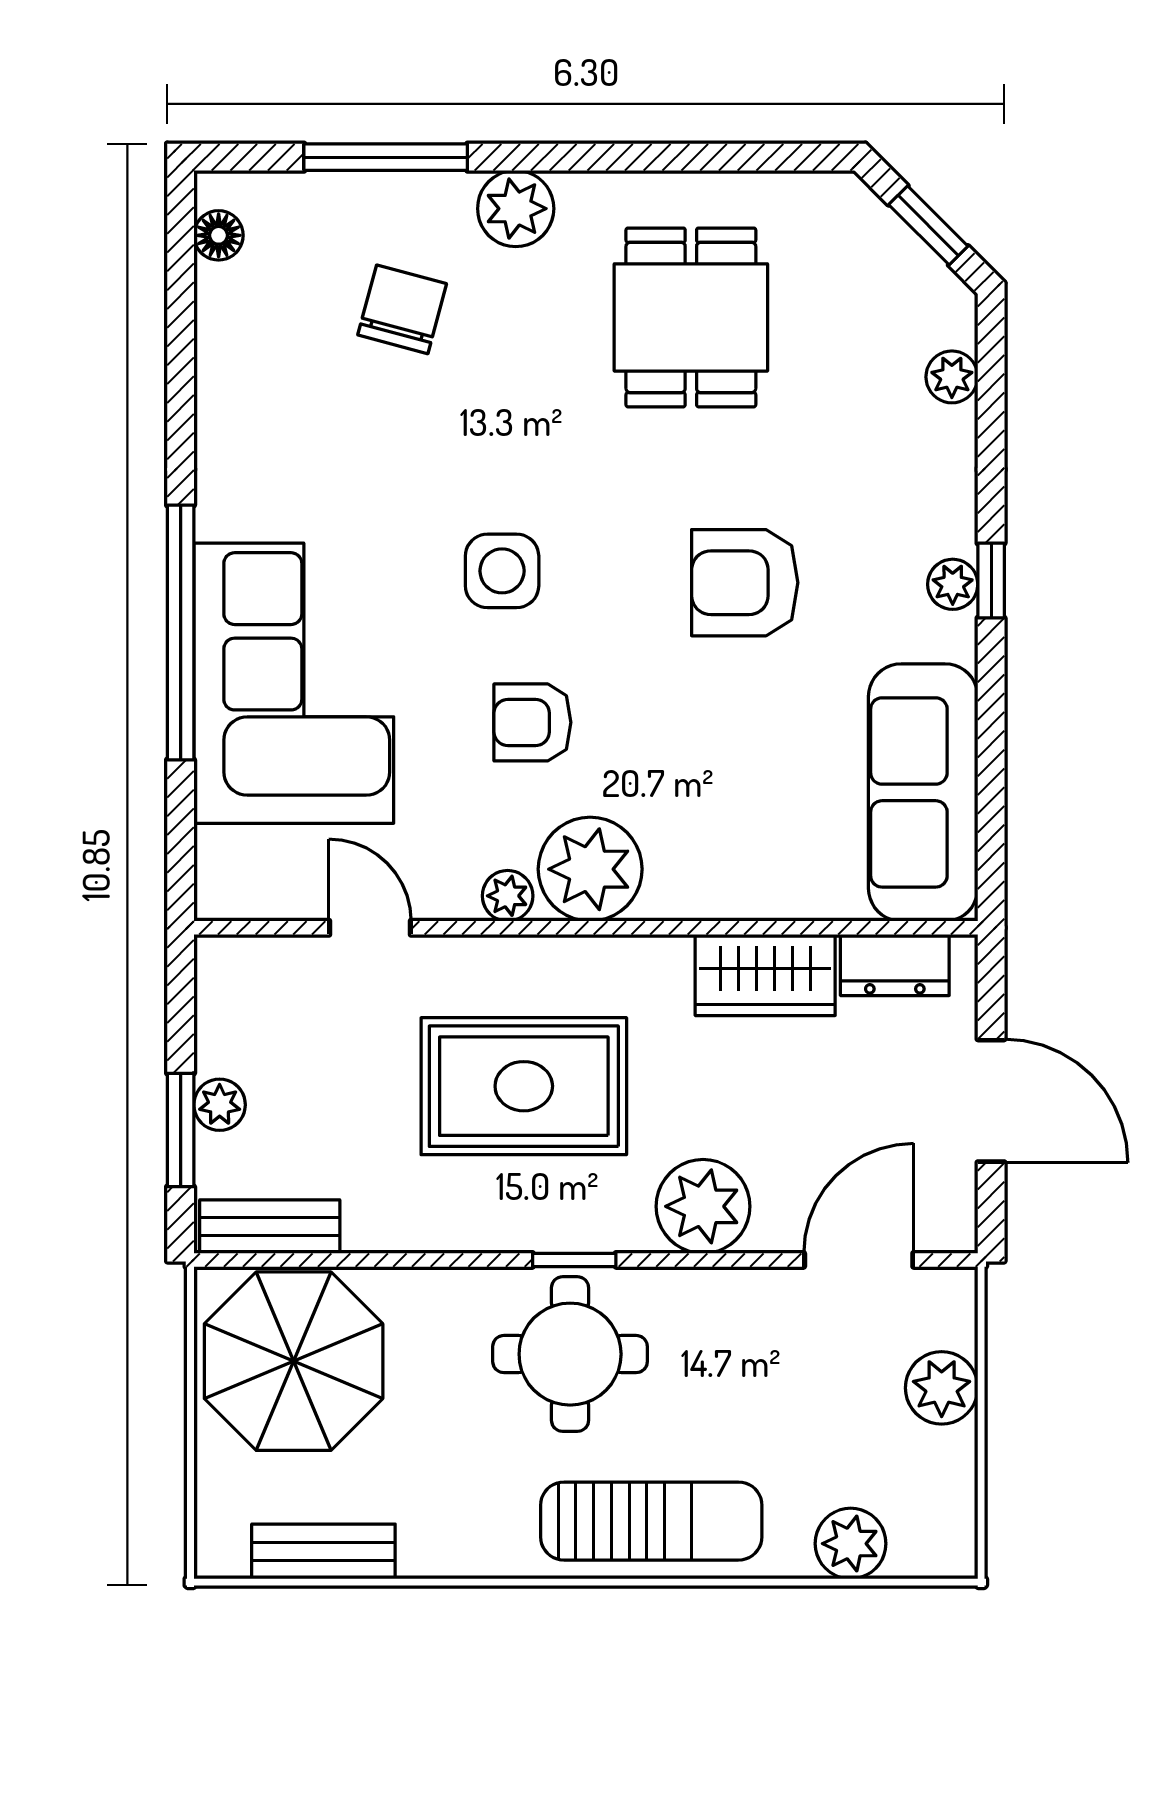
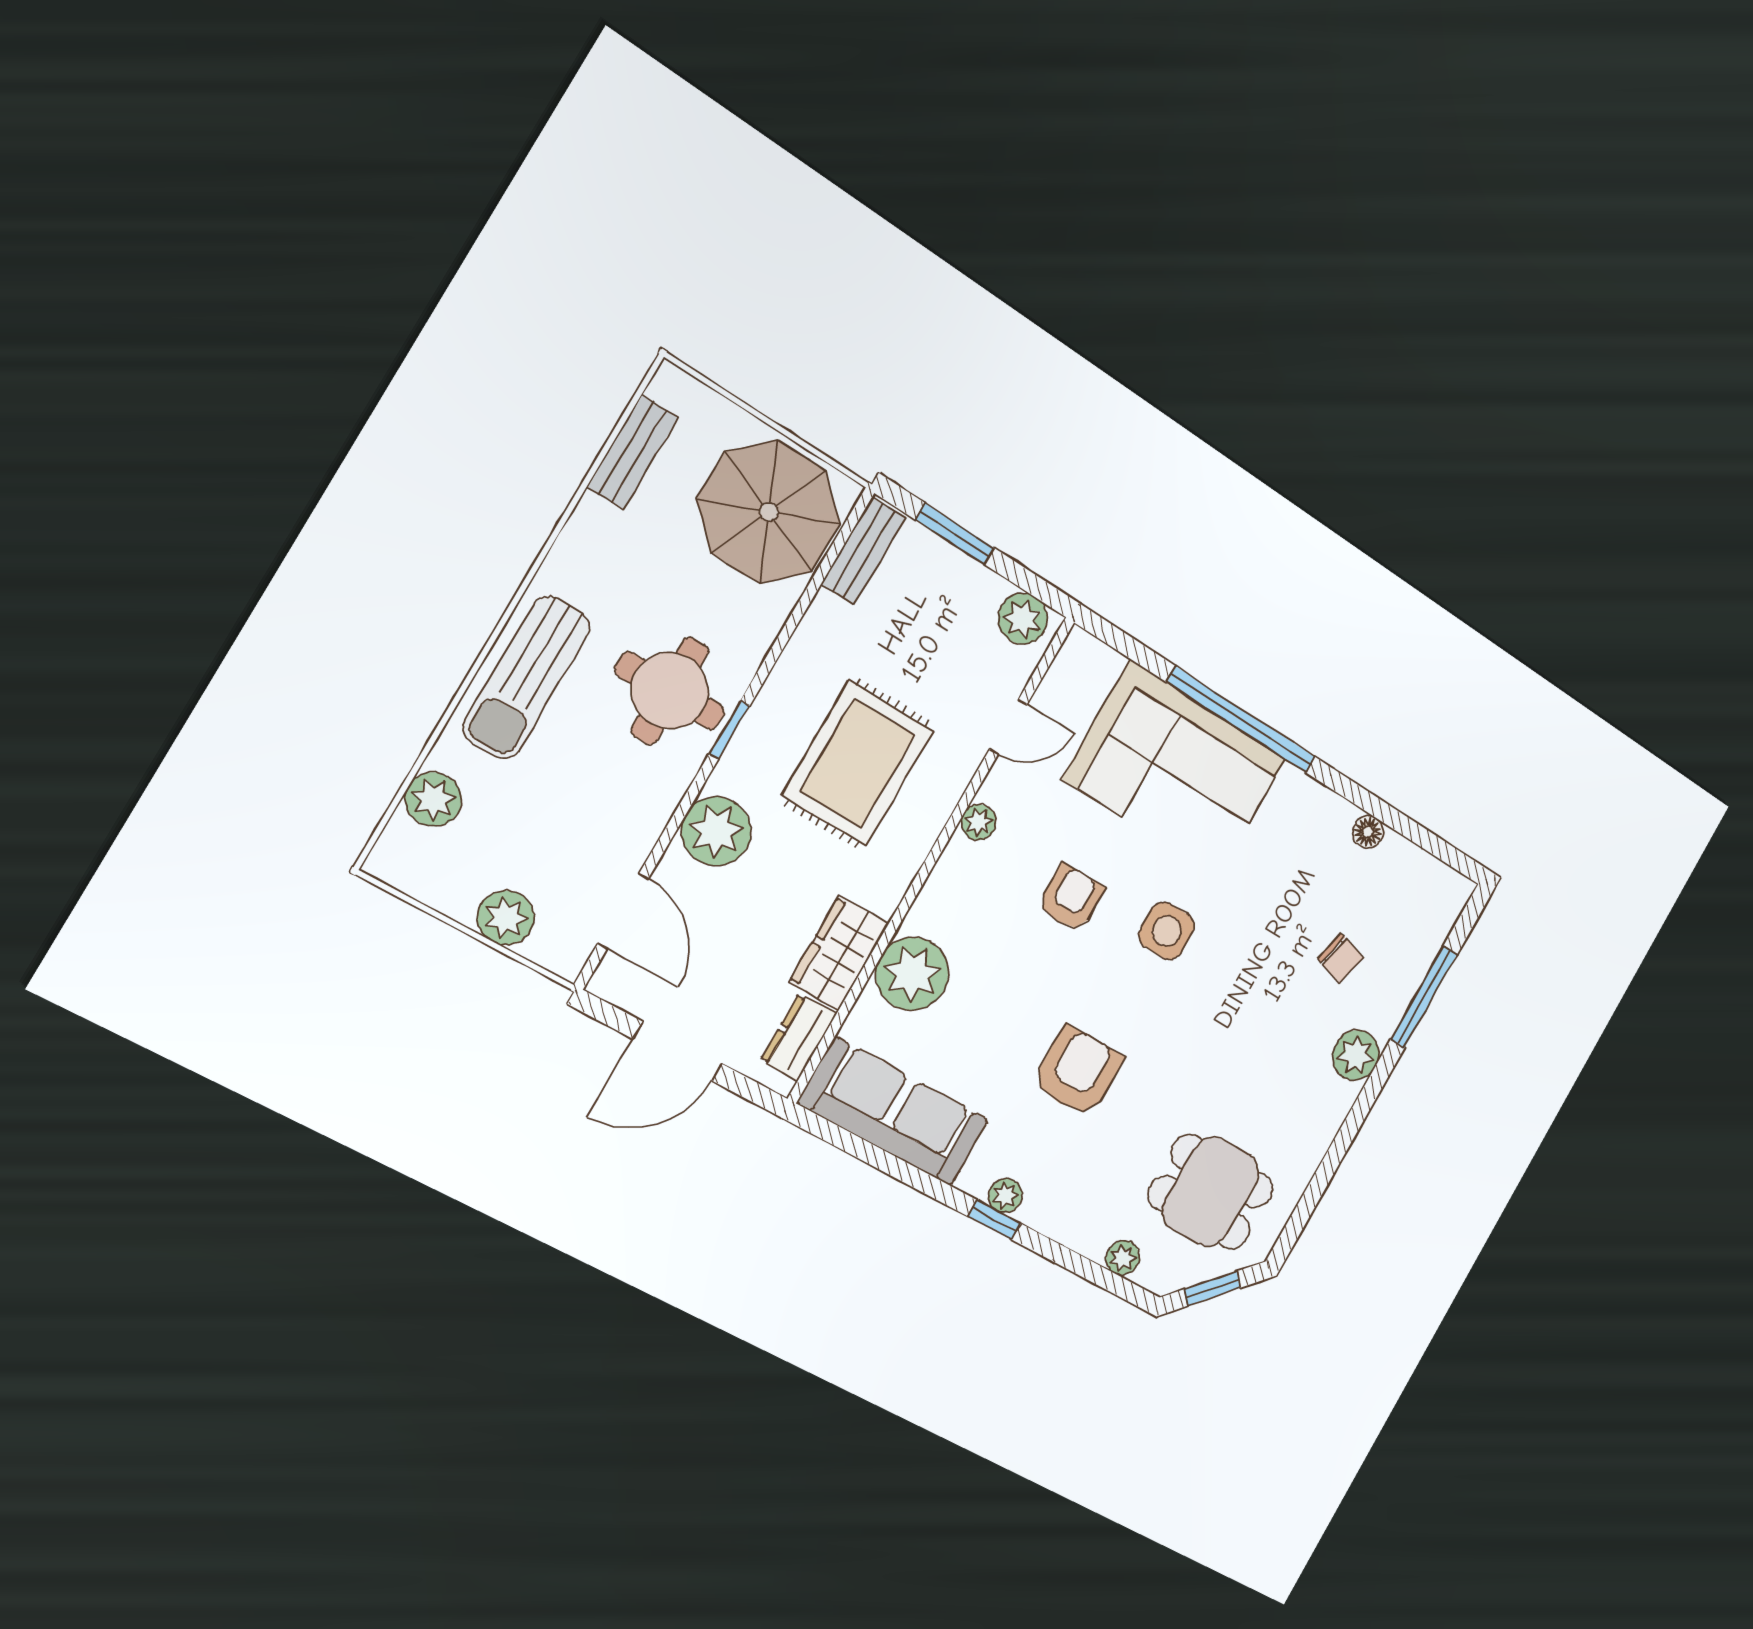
floor lamp: (219, 235) -> (1368, 832), moved
chair: (402, 309) -> (1340, 958), width x0.73, depth x0.73
dining table: (691, 317) -> (1211, 1192), moved
plant: (590, 869) -> (912, 974), moved
plant: (220, 1105) -> (1023, 619), moved, width x1.38, depth x1.38

